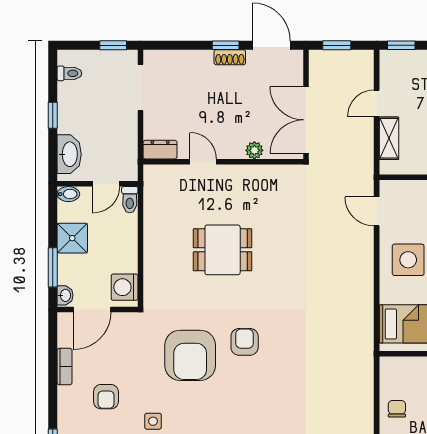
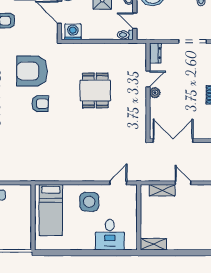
plant: (254, 150) -> (155, 93), moved

